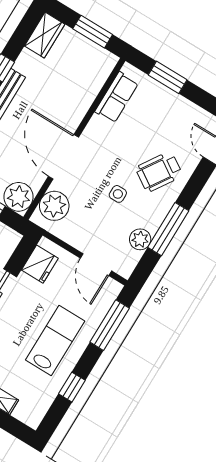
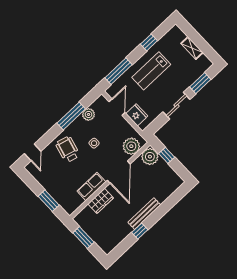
wardrobe: (45, 35) -> (101, 201), moved, turned 180
row of seats: (117, 97) -> (91, 186), moved
wheelchair: (159, 172) -> (68, 149), turned -108
fridge: (40, 264) -> (137, 115), moved, turned 90

